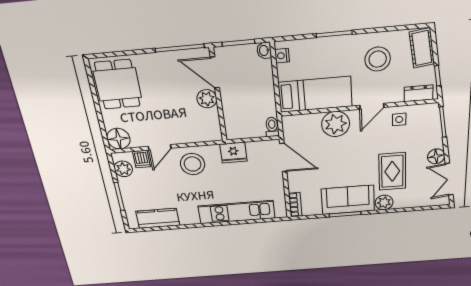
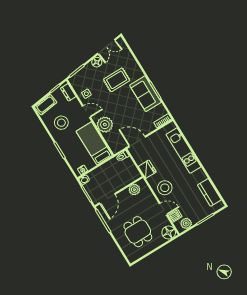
dining table: (117, 84) -> (138, 232), moved, turned 90
plant: (207, 99) -> (134, 190), moved
door: (283, 158) -> (137, 142), hinge flipped
plant: (384, 203) -> (137, 73), removed

